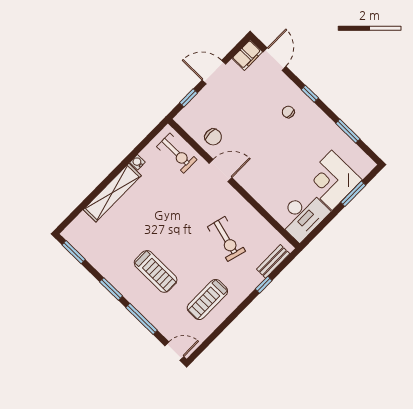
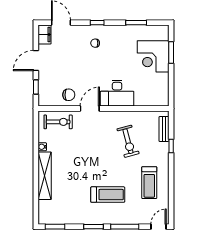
desk: (303, 215) -> (117, 93), moved, turned 90
exercise bike: (226, 239) -> (128, 141), turned 60

